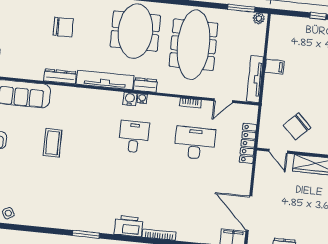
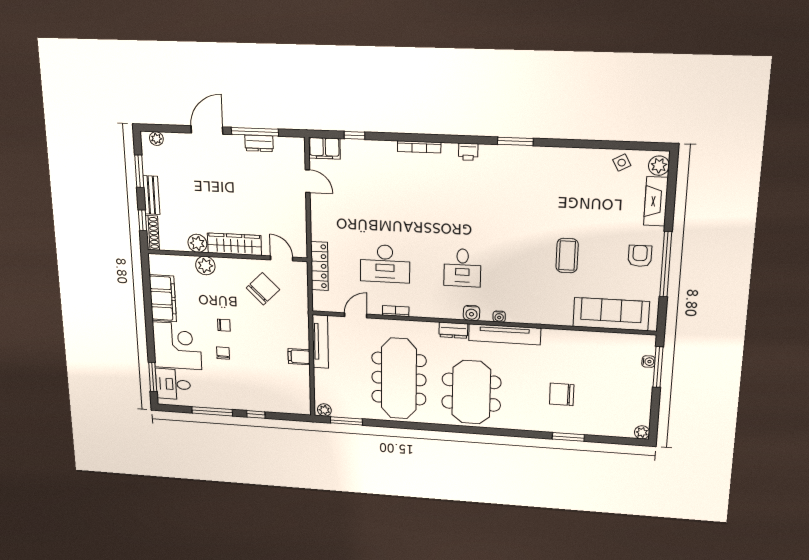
dresser: (60, 76) -> (562, 337), removed
water cooler: (142, 99) -> (499, 317), moved
door: (249, 213) -> (308, 181), width x0.53
printer: (129, 226) -> (468, 152), width x0.53, depth x0.68

